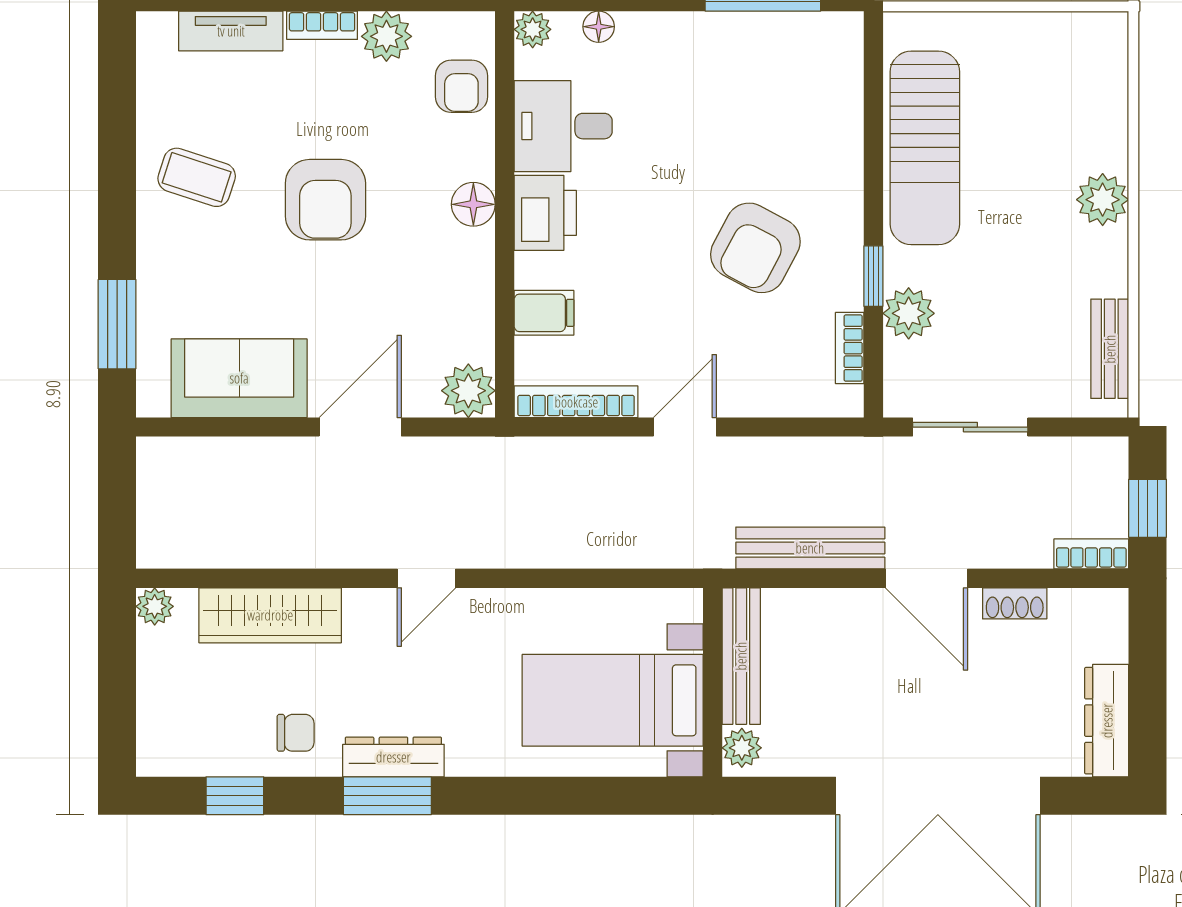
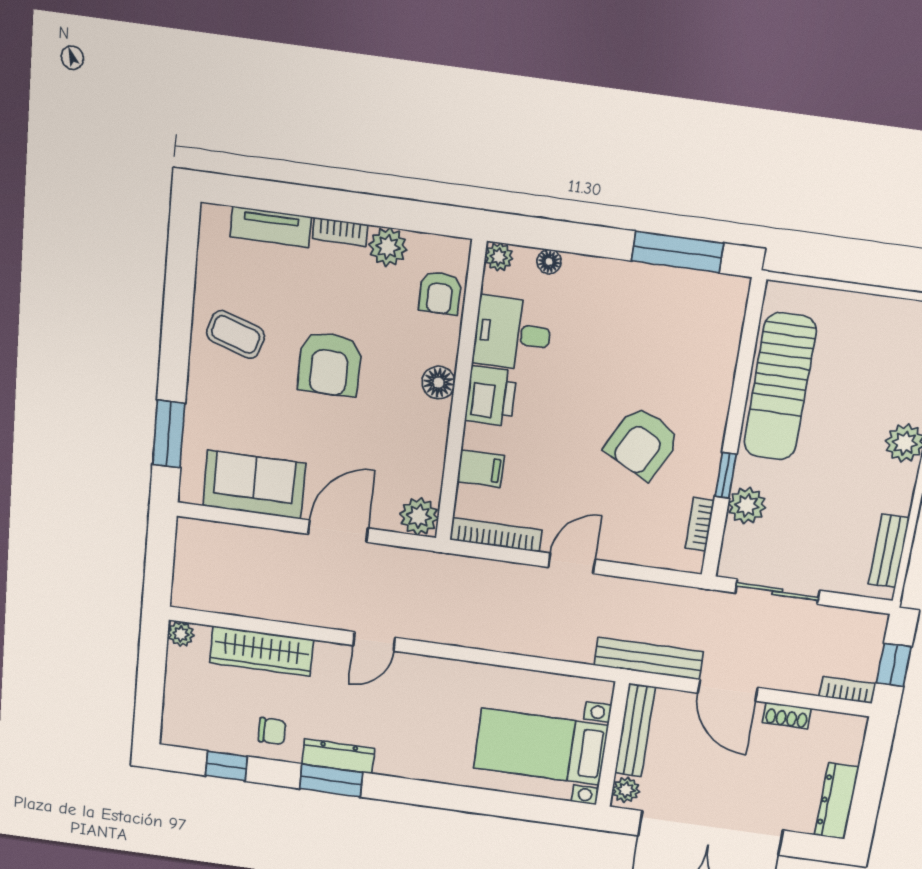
bench: (741, 656) -> (635, 730), moved
wall: (713, 682) -> (612, 745), moved
bed with nightstands: (613, 700) -> (541, 747), moved
plant: (742, 748) -> (626, 790), moved

